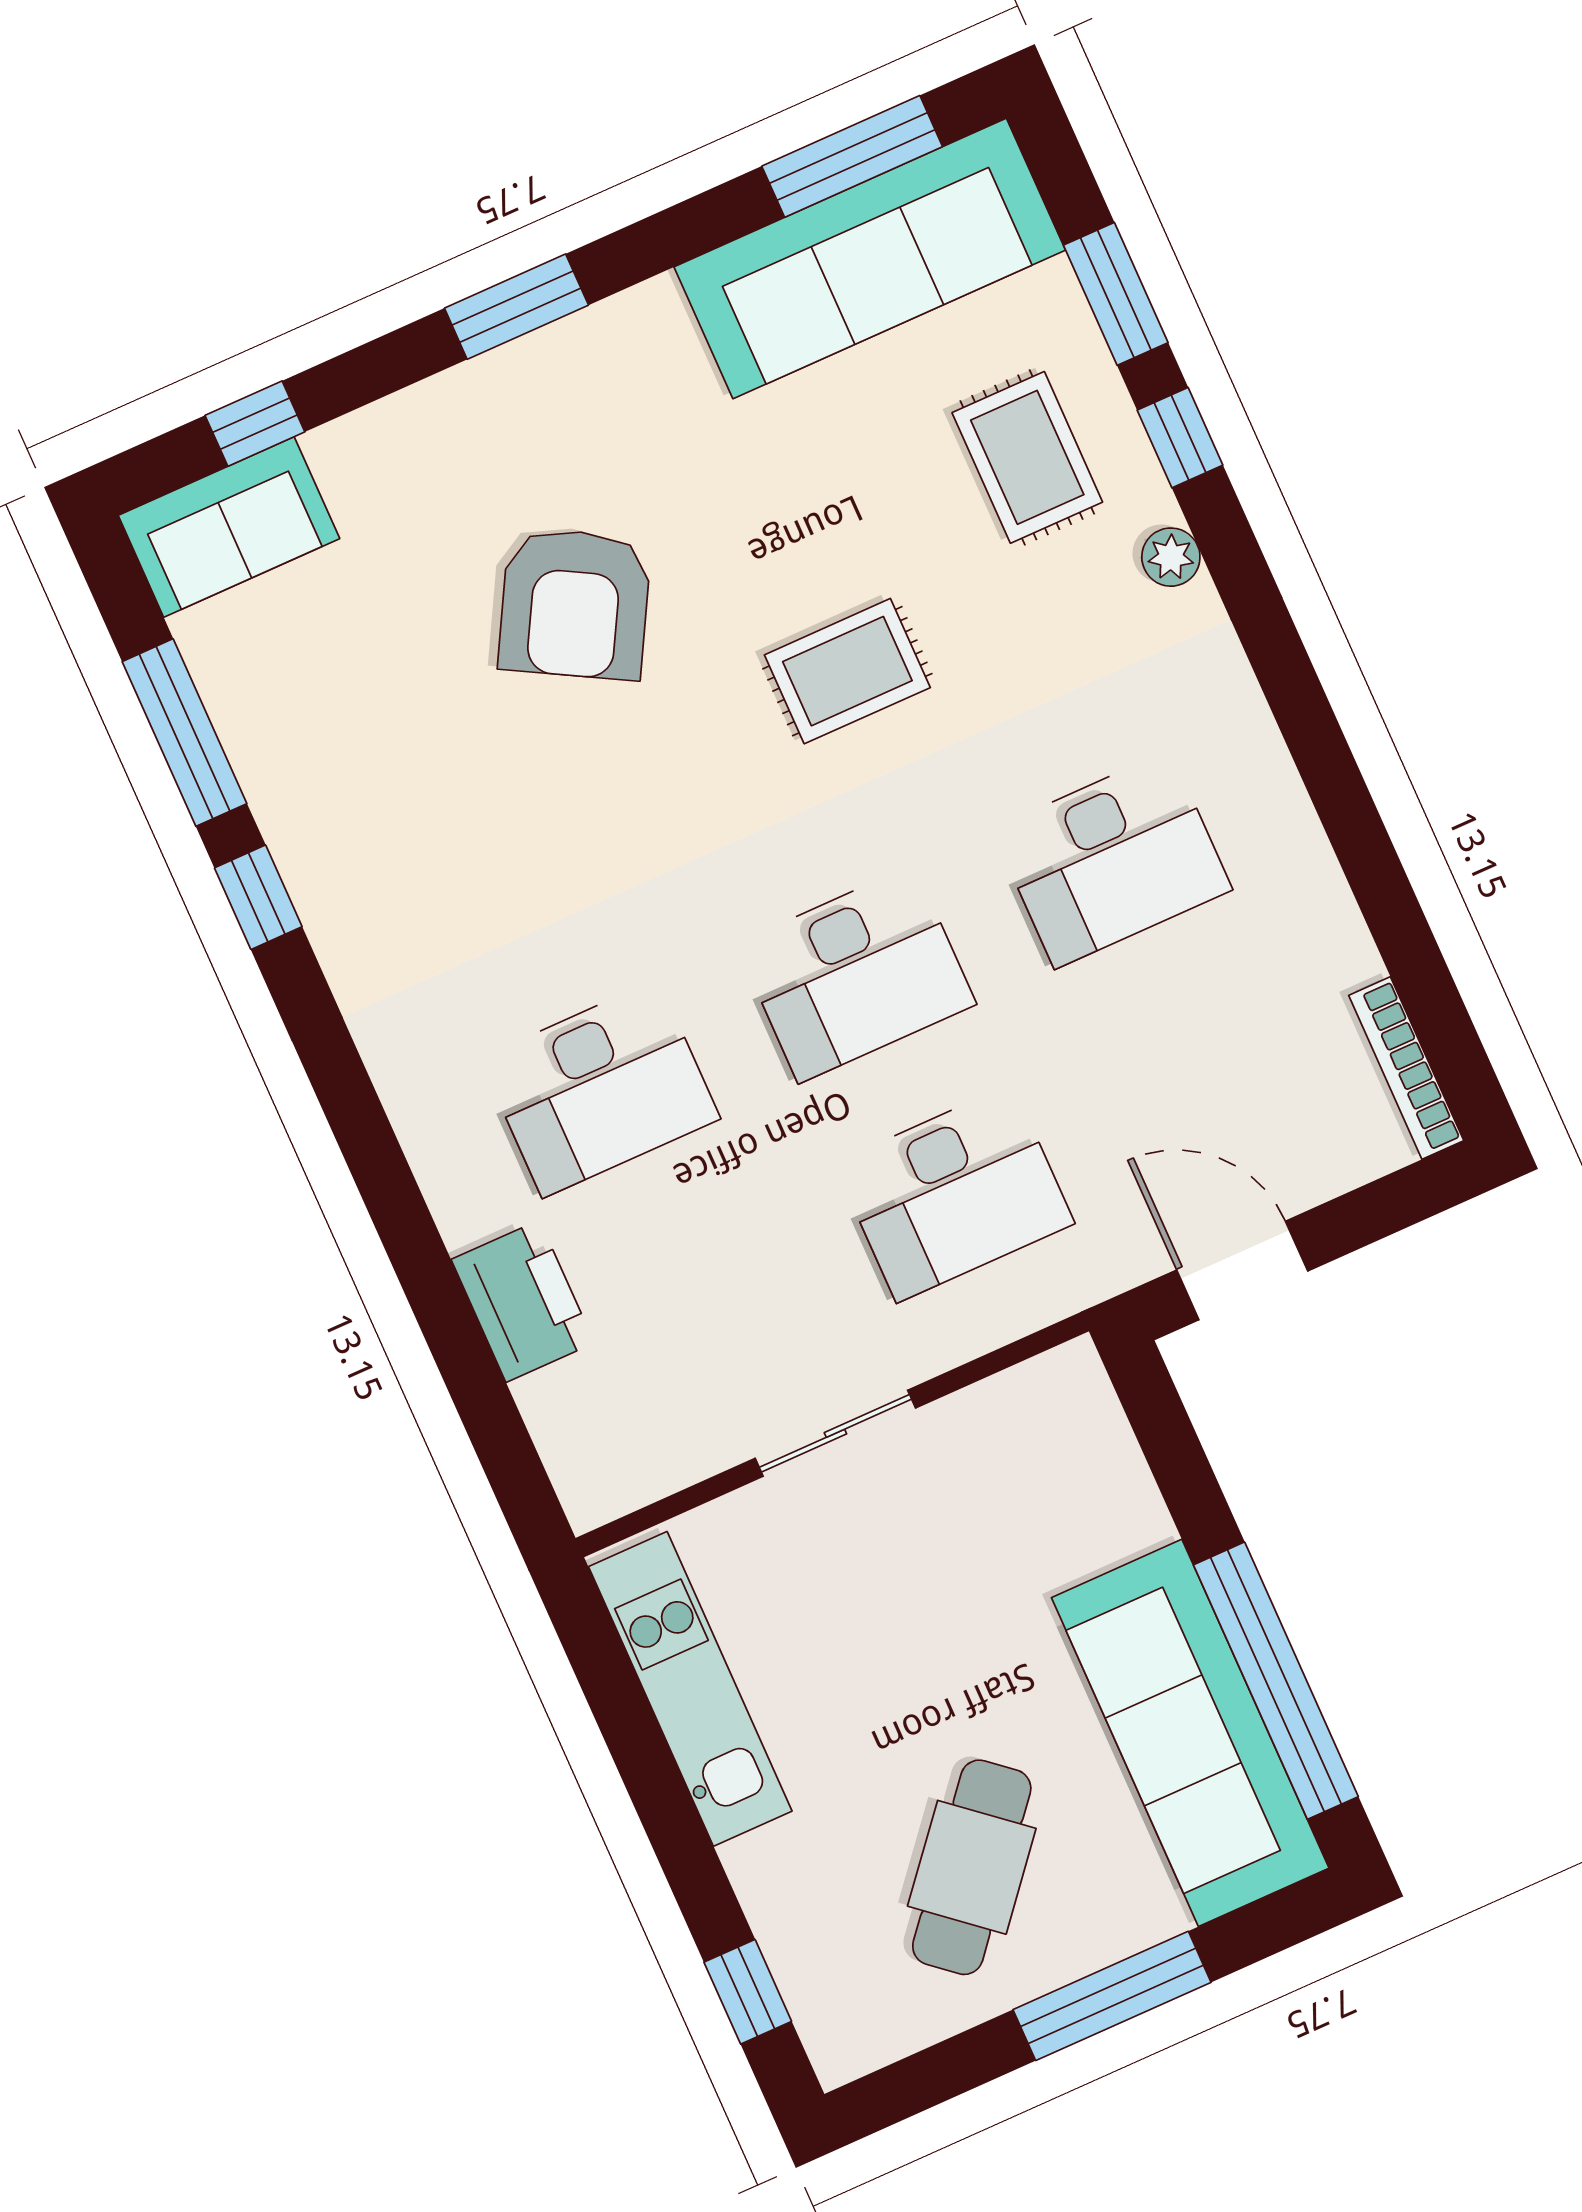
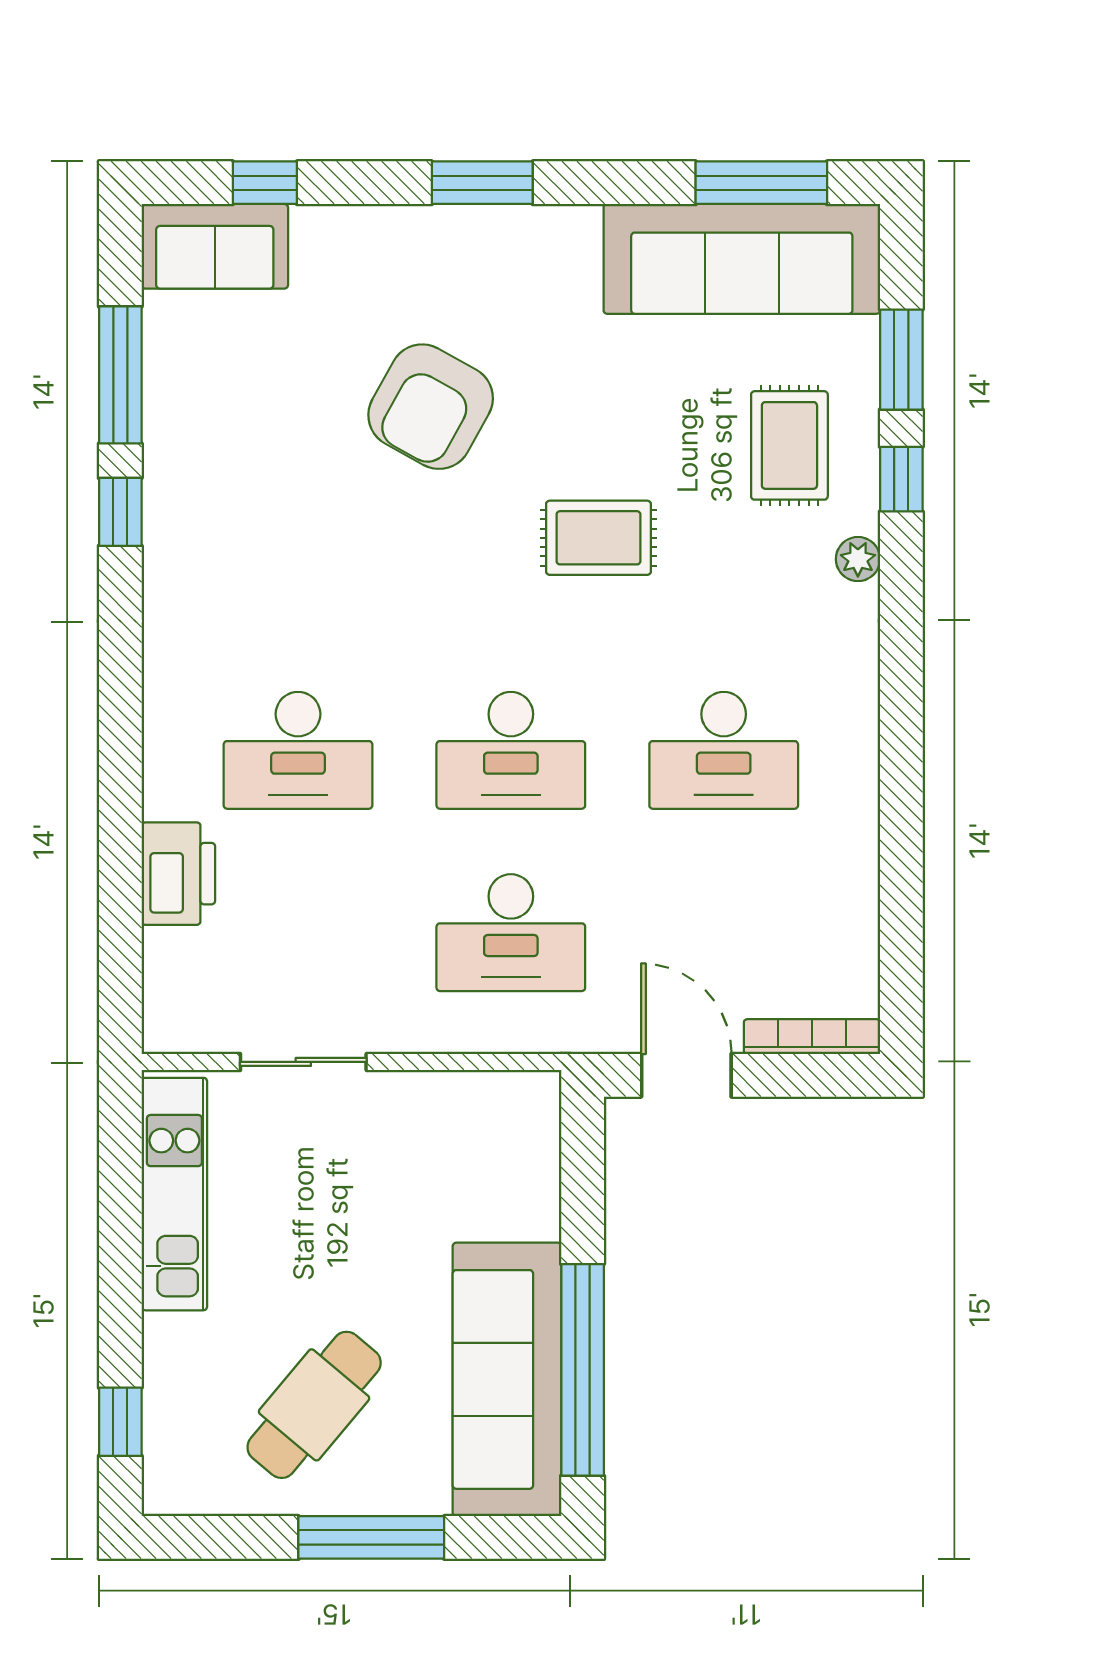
bookcase: (1406, 1068) -> (812, 1037), moved, turned 90
sliding door: (835, 1433) -> (303, 1062), moved

